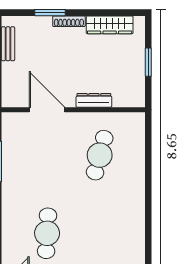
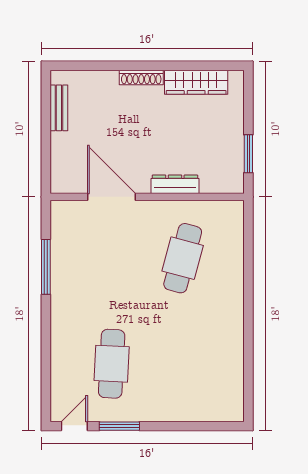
window: (50, 13) -> (116, 66), removed
window: (148, 62) -> (248, 154), moved

